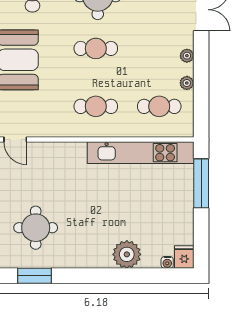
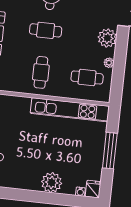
plant: (187, 56) -> (107, 38), width x1.88, depth x1.88
cafe table: (96, 106) -> (41, 72), turned 90
window: (201, 183) -> (110, 151), moved

